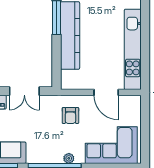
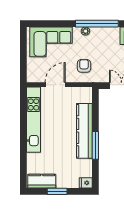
door: (106, 92) -> (55, 85), hinge flipped

